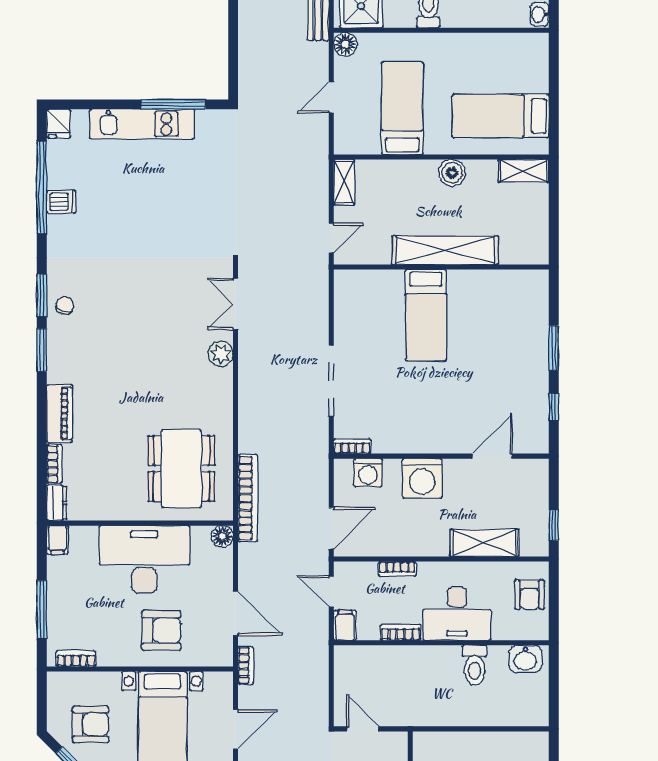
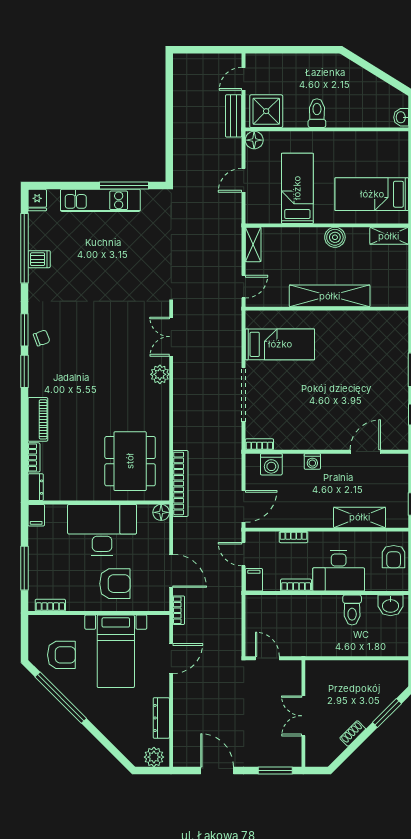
chair: (65, 306) -> (42, 338), turned 56
bed: (426, 315) -> (280, 344), moved, turned -90
washing machine: (422, 478) -> (312, 462), width x0.53, depth x0.53

